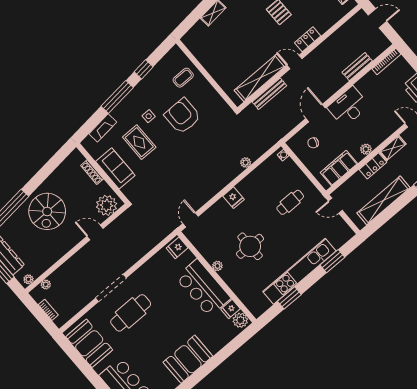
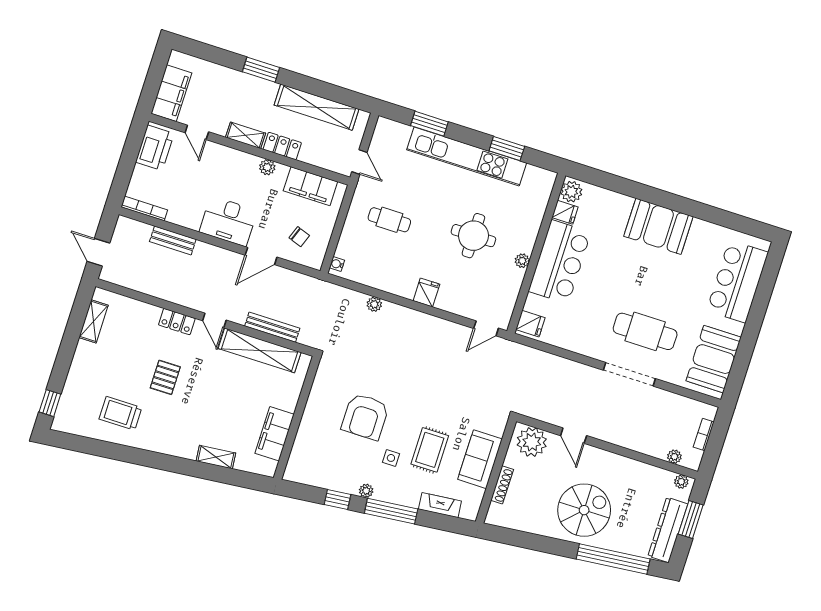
filing cabinet: (206, 56) -> (275, 434), added
coffee table: (183, 78) -> (318, 445), removed
plant: (138, 90) -> (366, 491), added

